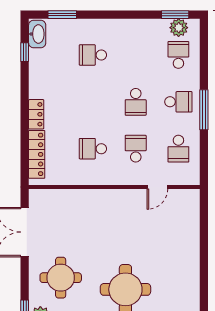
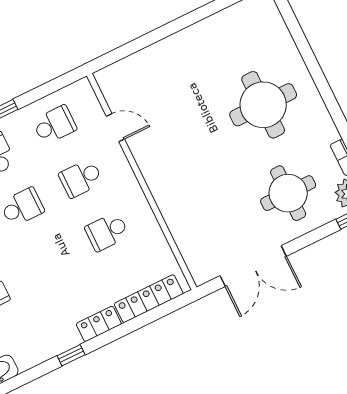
window: (25, 52) -> (71, 355), moved
school desk: (93, 149) -> (107, 232), turned 90

